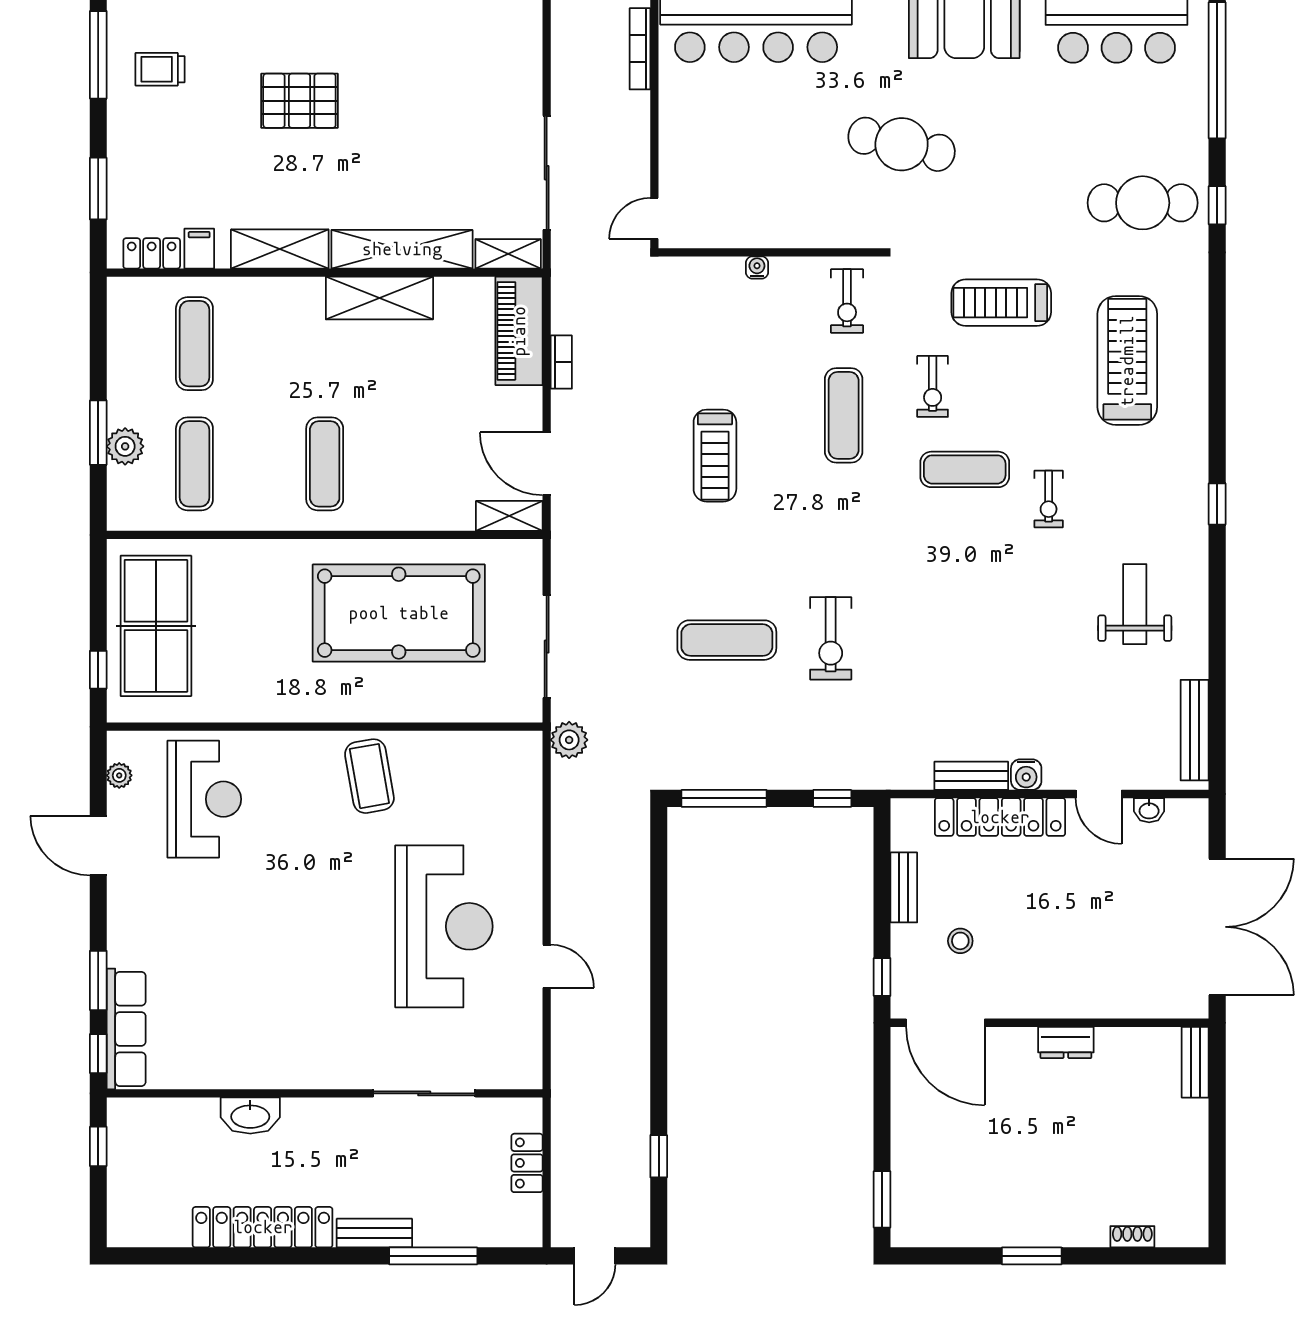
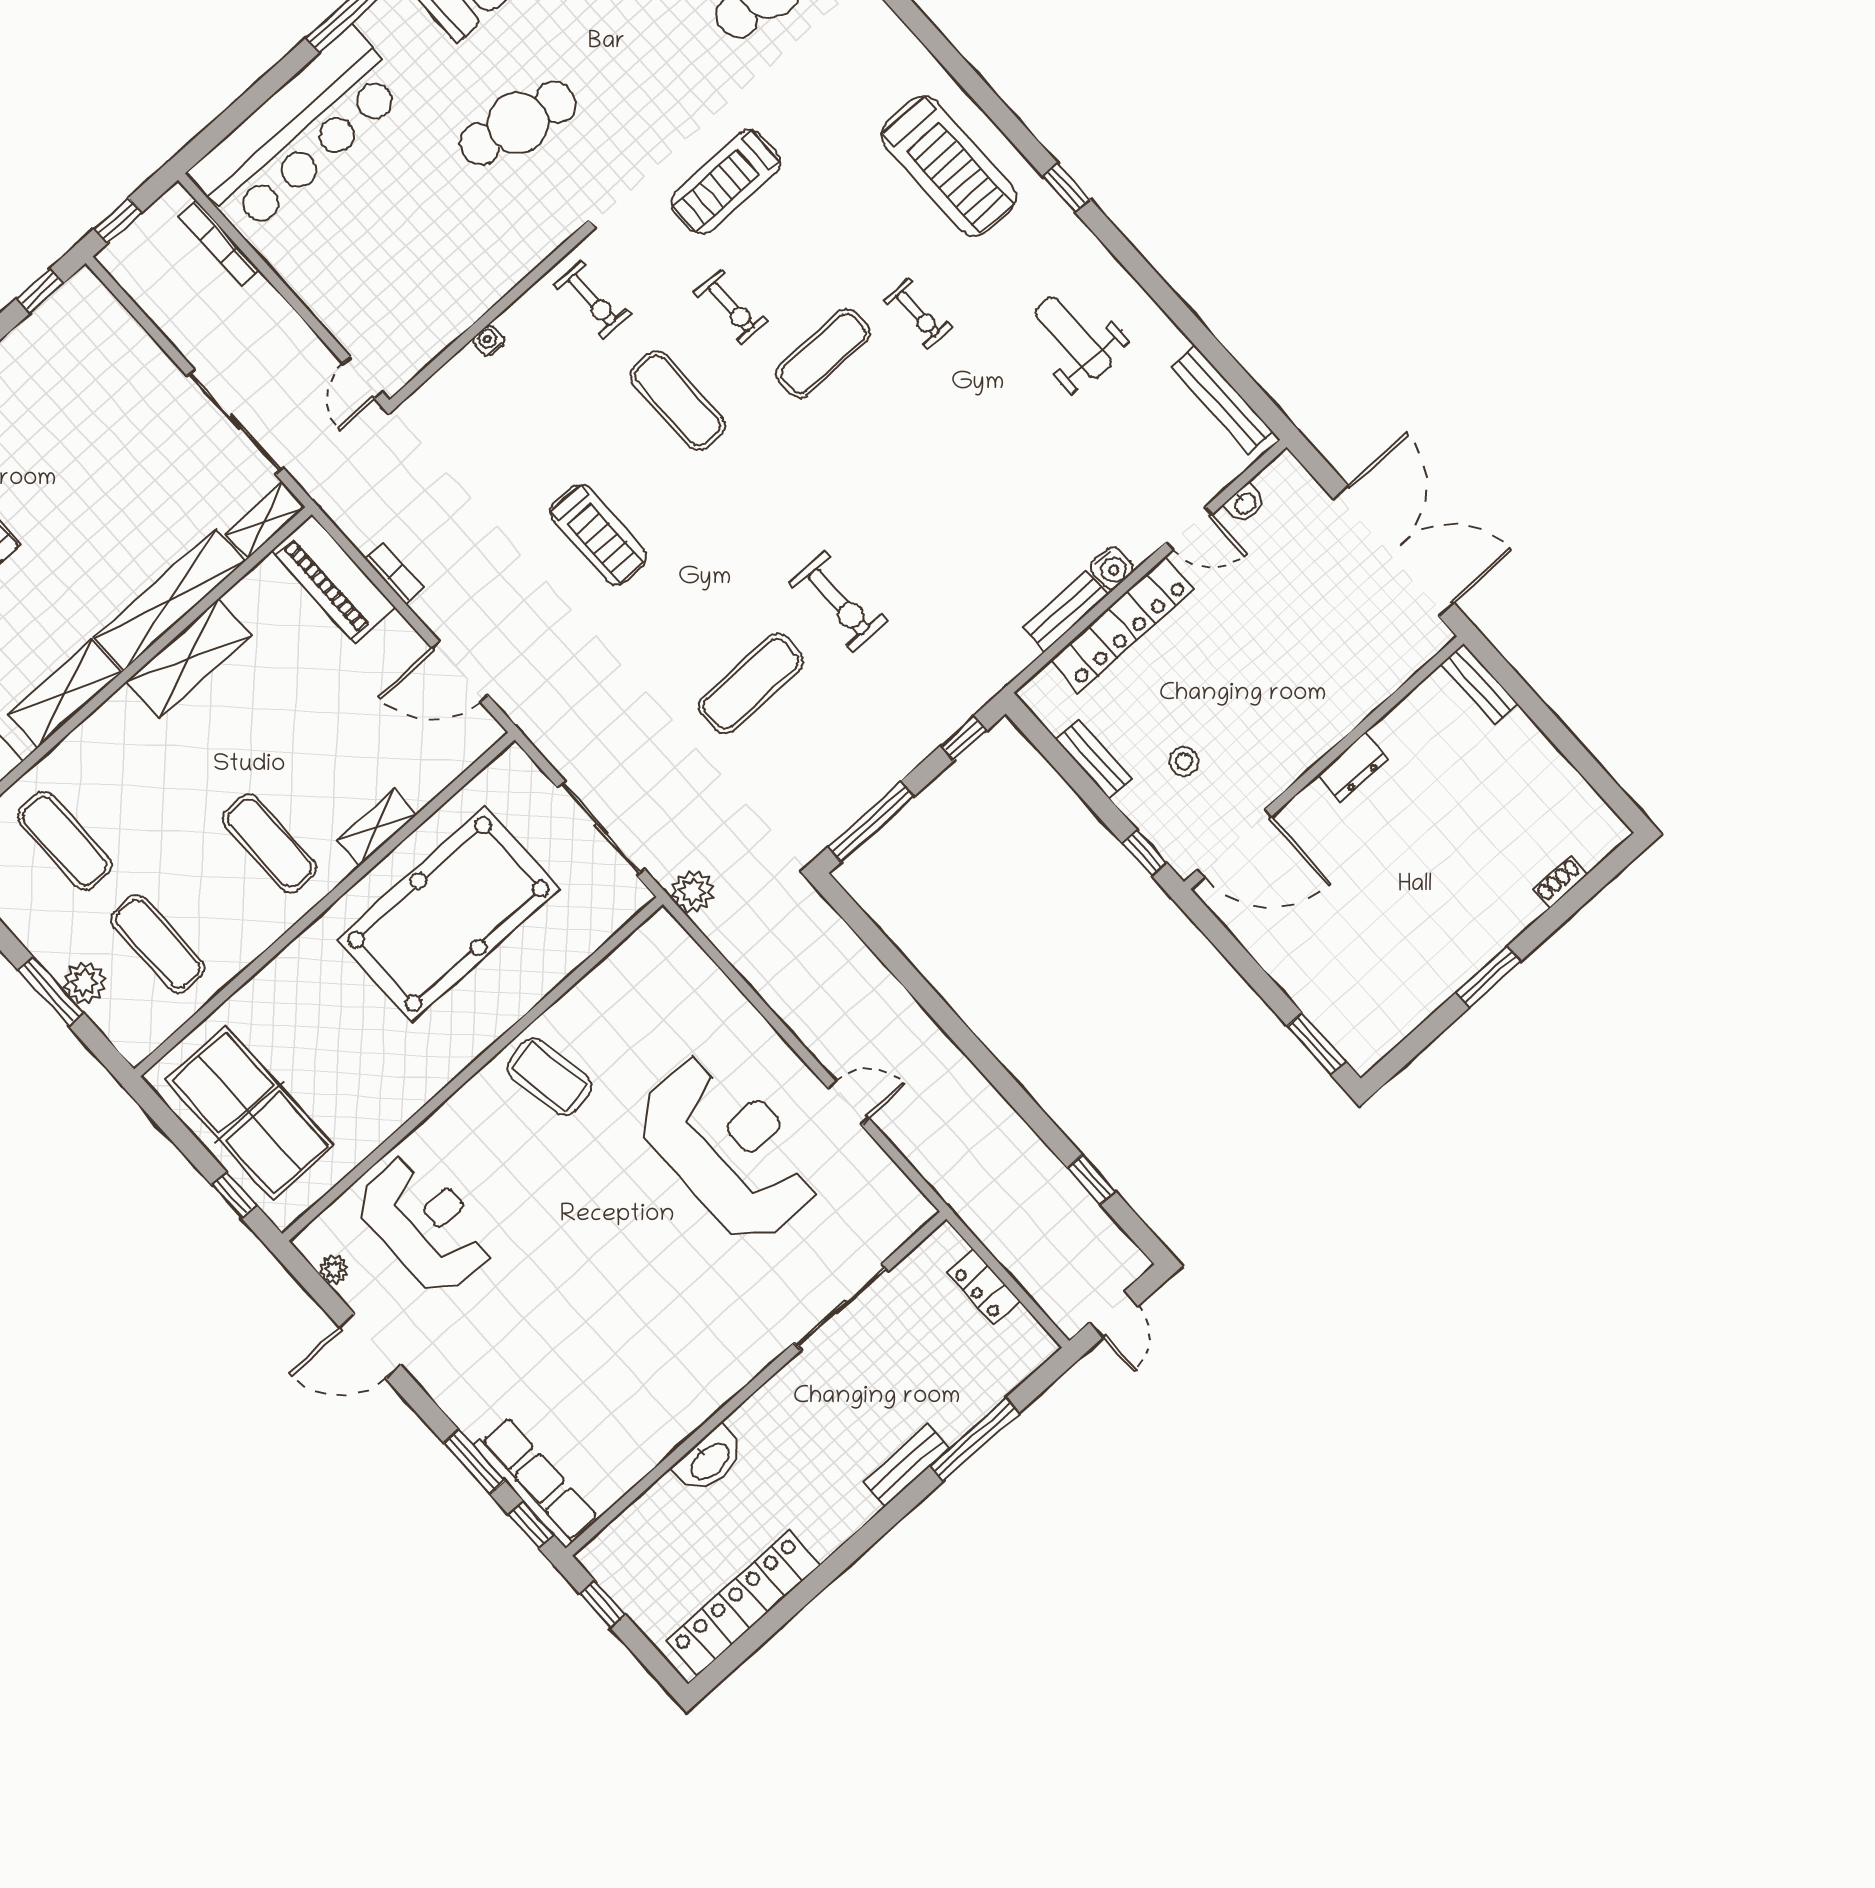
treadmill: (1127, 361) -> (949, 166), moved, turned 180
shelving: (509, 516) -> (377, 827), moved
locker: (263, 1227) -> (743, 1603), moved

